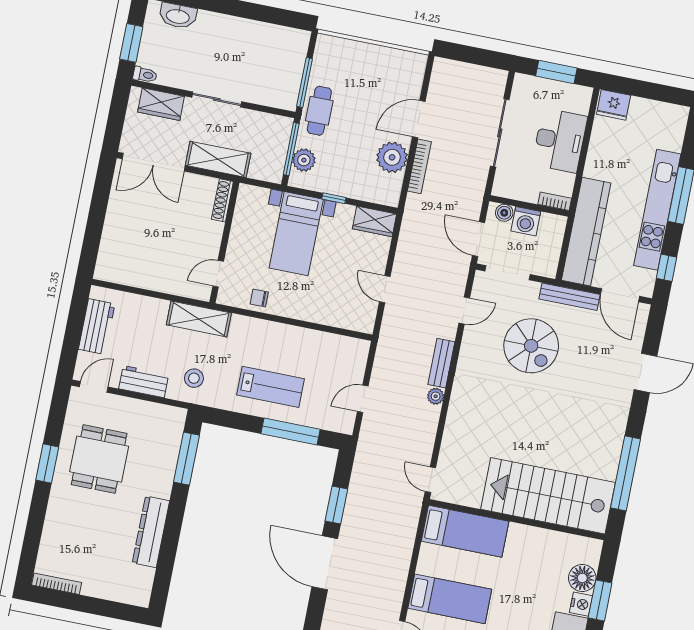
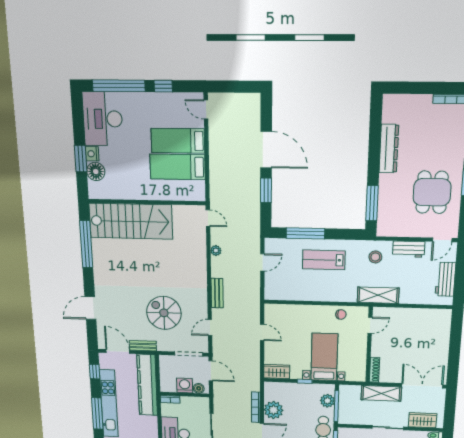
bench: (570, 297) -> (143, 346), width x0.73
plant: (436, 396) -> (216, 251), moved
bed: (465, 531) -> (178, 167), moved

